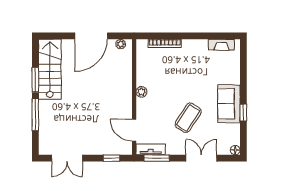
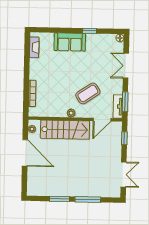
stairs: (50, 69) -> (65, 130), moved, turned 180
sofa: (229, 104) -> (70, 42), moved
coffee table: (188, 118) -> (88, 93), moved, turned -67

